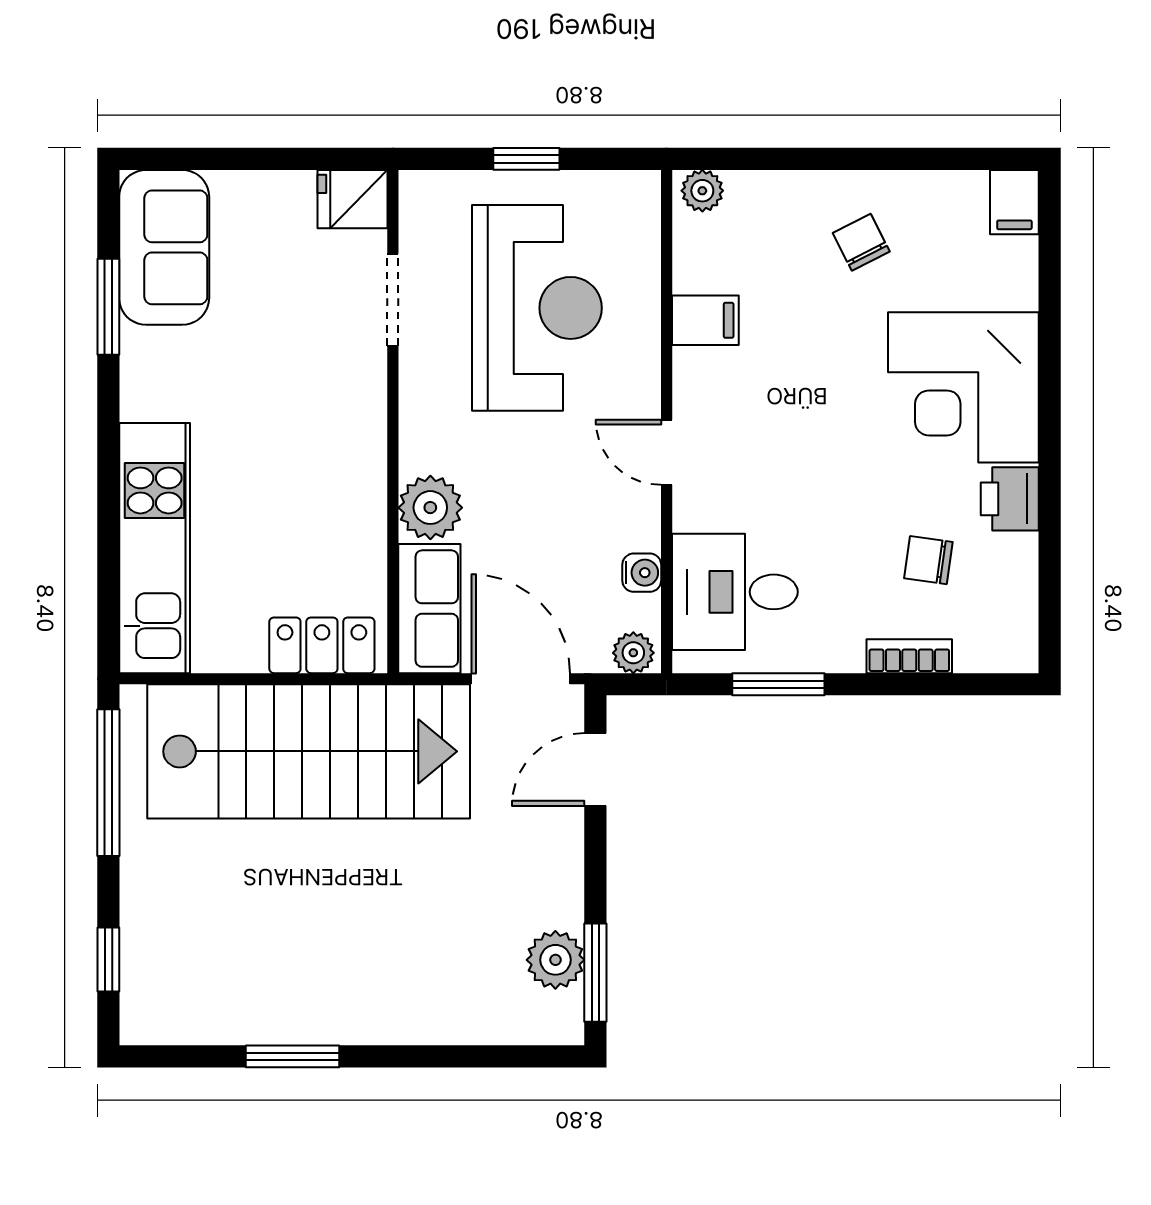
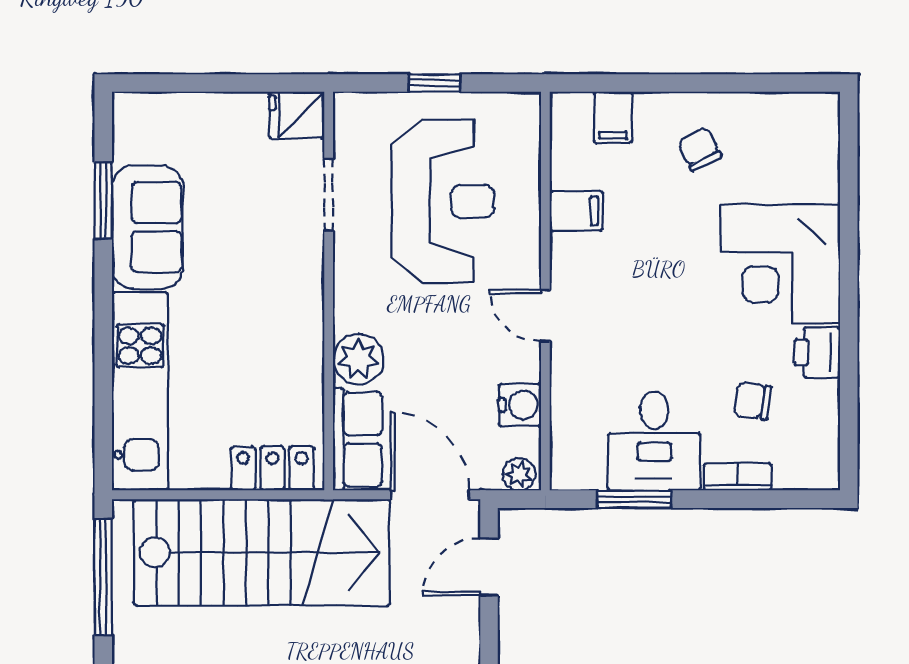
plant: (702, 191) -> (574, 108), removed
filing cabinet: (1014, 202) -> (613, 117), moved
sofa: (164, 247) -> (147, 227), moved
water cooler: (642, 573) -> (520, 405), width x1.38, depth x1.38
desk: (735, 592) -> (654, 441), moved, turned -90

